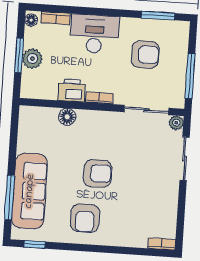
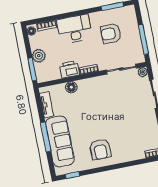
armchair: (145, 54) -> (111, 34), turned 180
window: (19, 55) -> (32, 69), moved
tv unit: (25, 133) -> (47, 105), added
armchair: (98, 173) -> (101, 118), removed
window: (10, 198) -> (46, 137), moved

